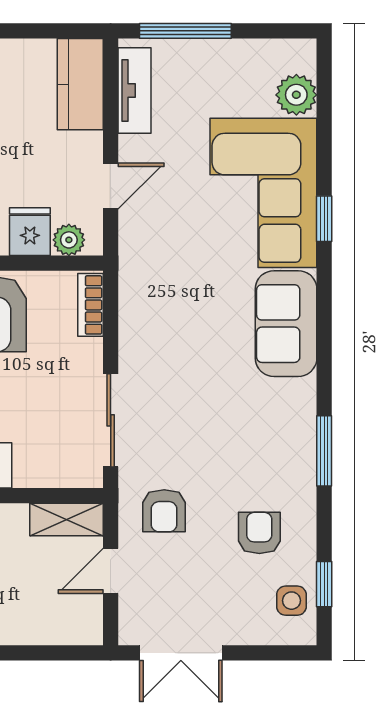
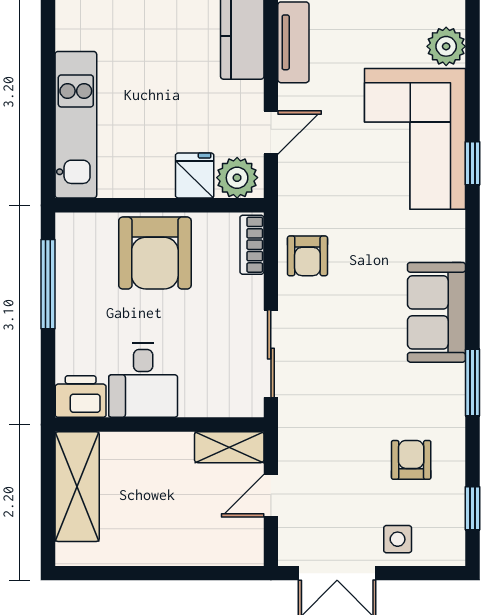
plant: (69, 240) -> (237, 178), width x1.38, depth x1.38
sofa: (286, 324) -> (436, 312), moved
armchair: (164, 511) -> (307, 256), moved
side table: (291, 601) -> (398, 539), moved

